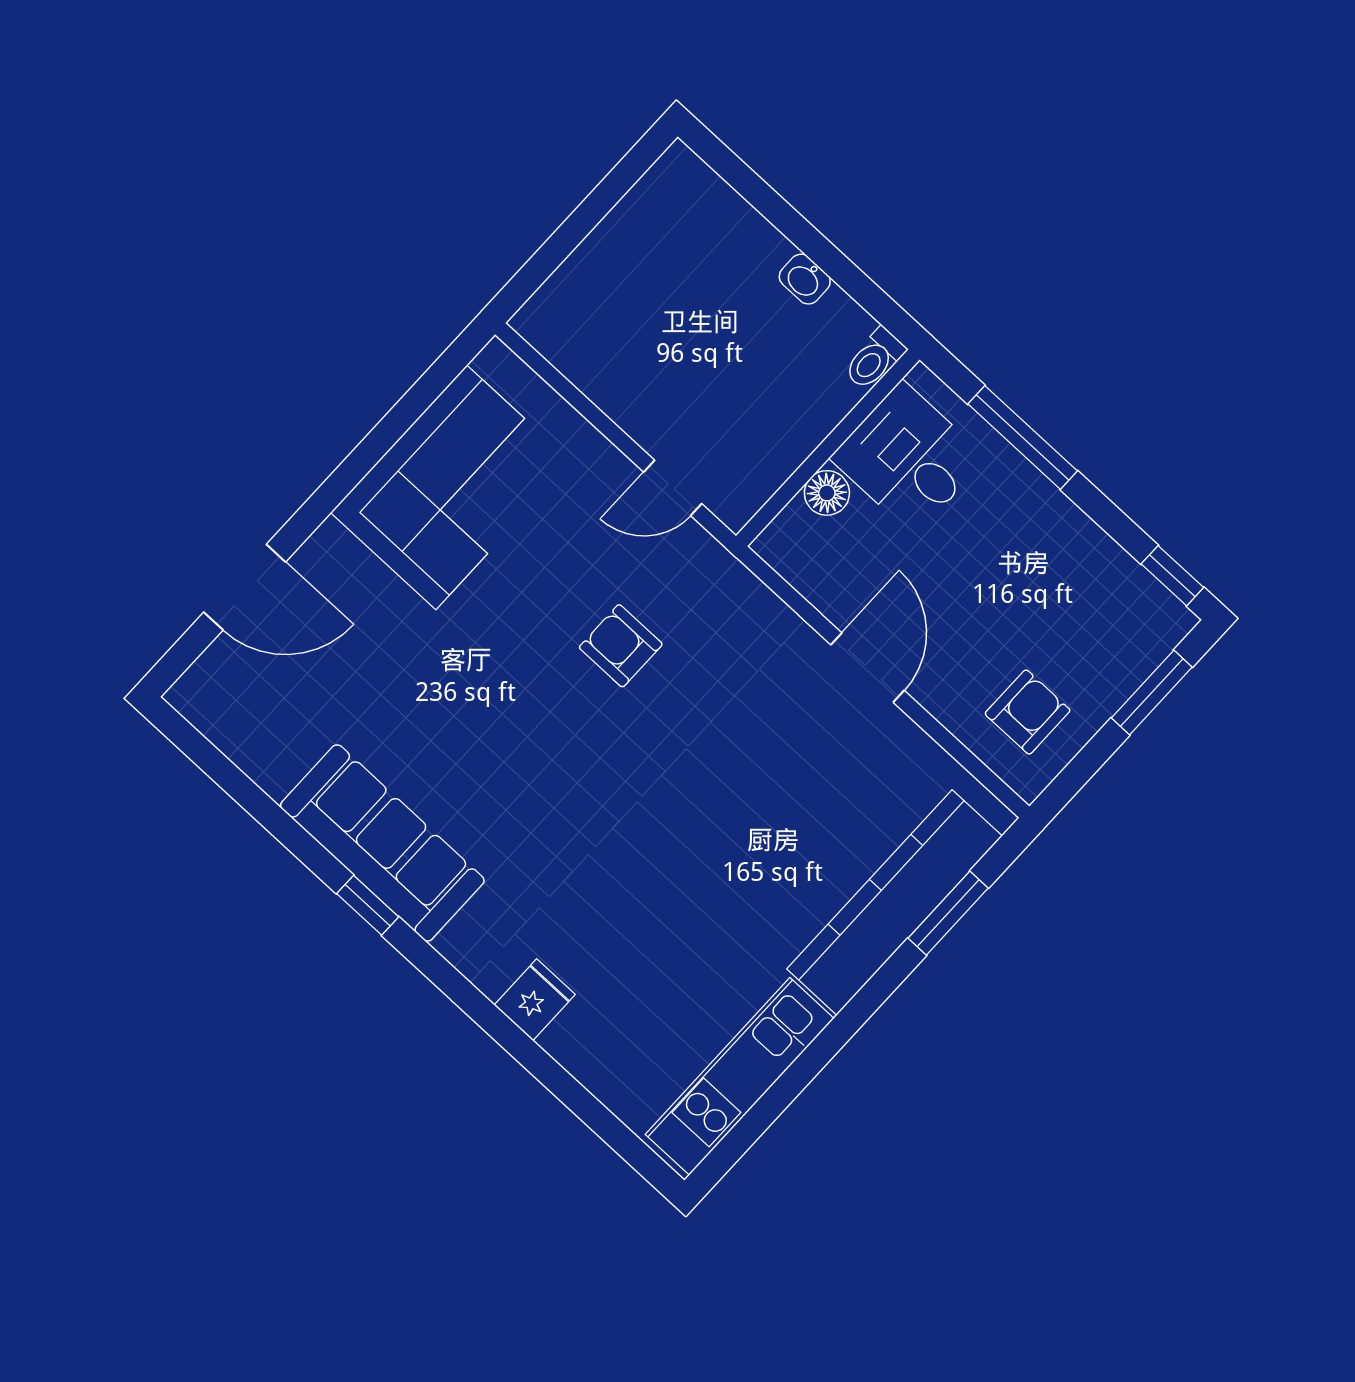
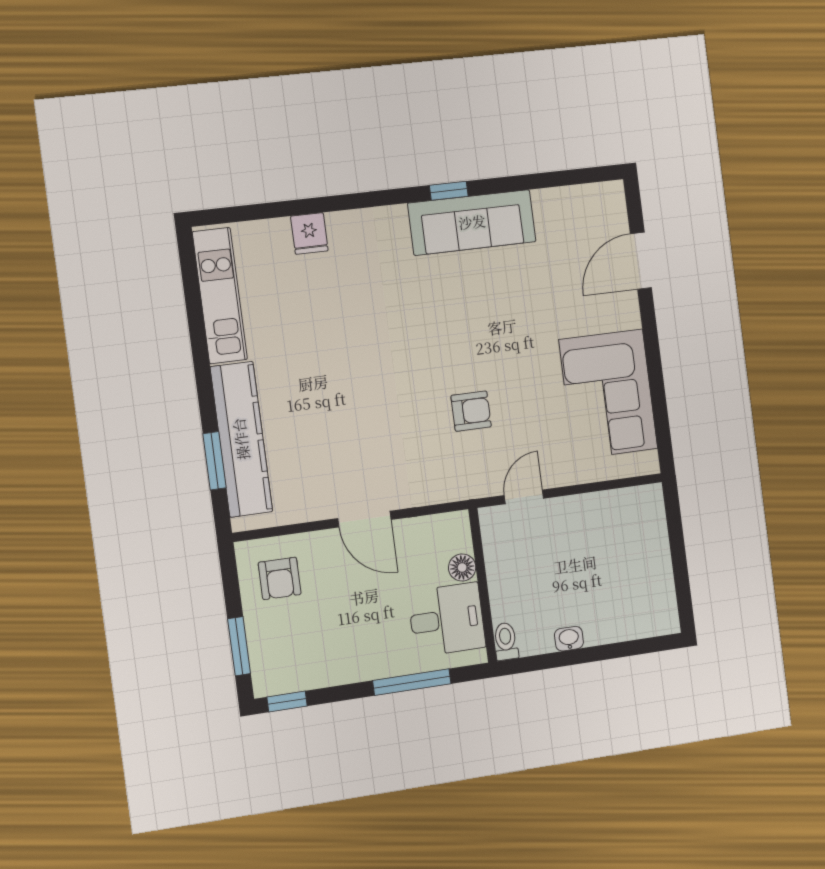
fridge: (535, 1000) -> (309, 233), moved

